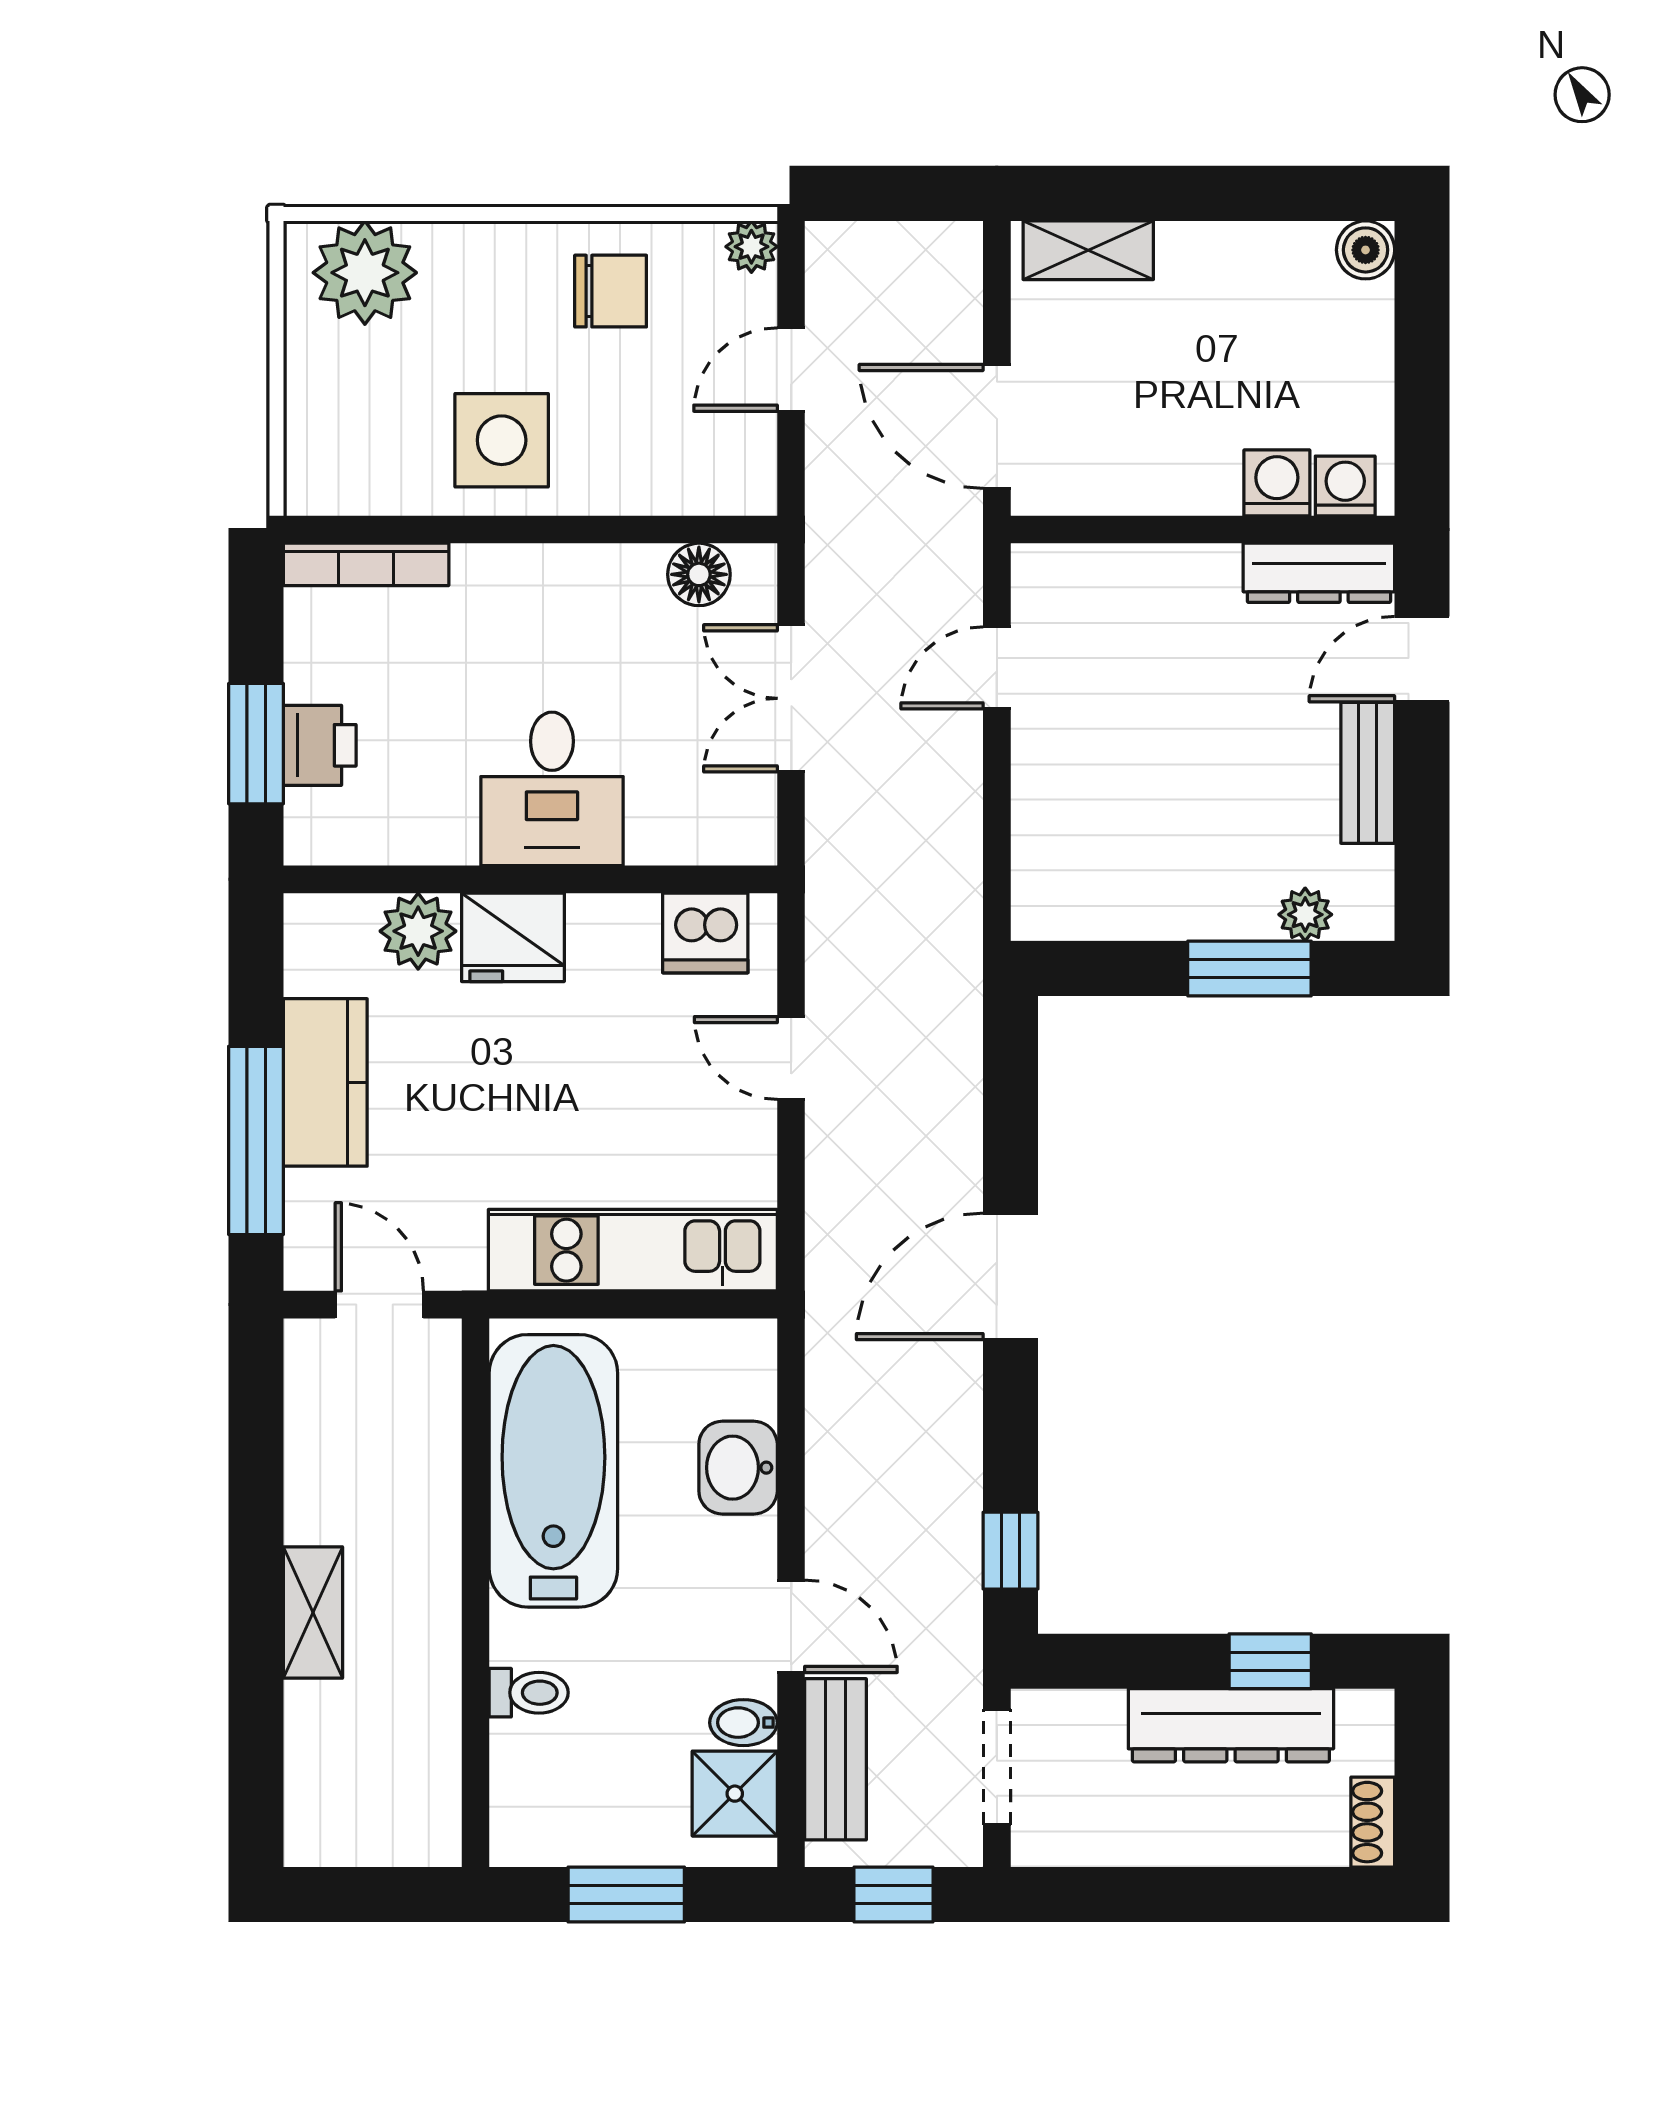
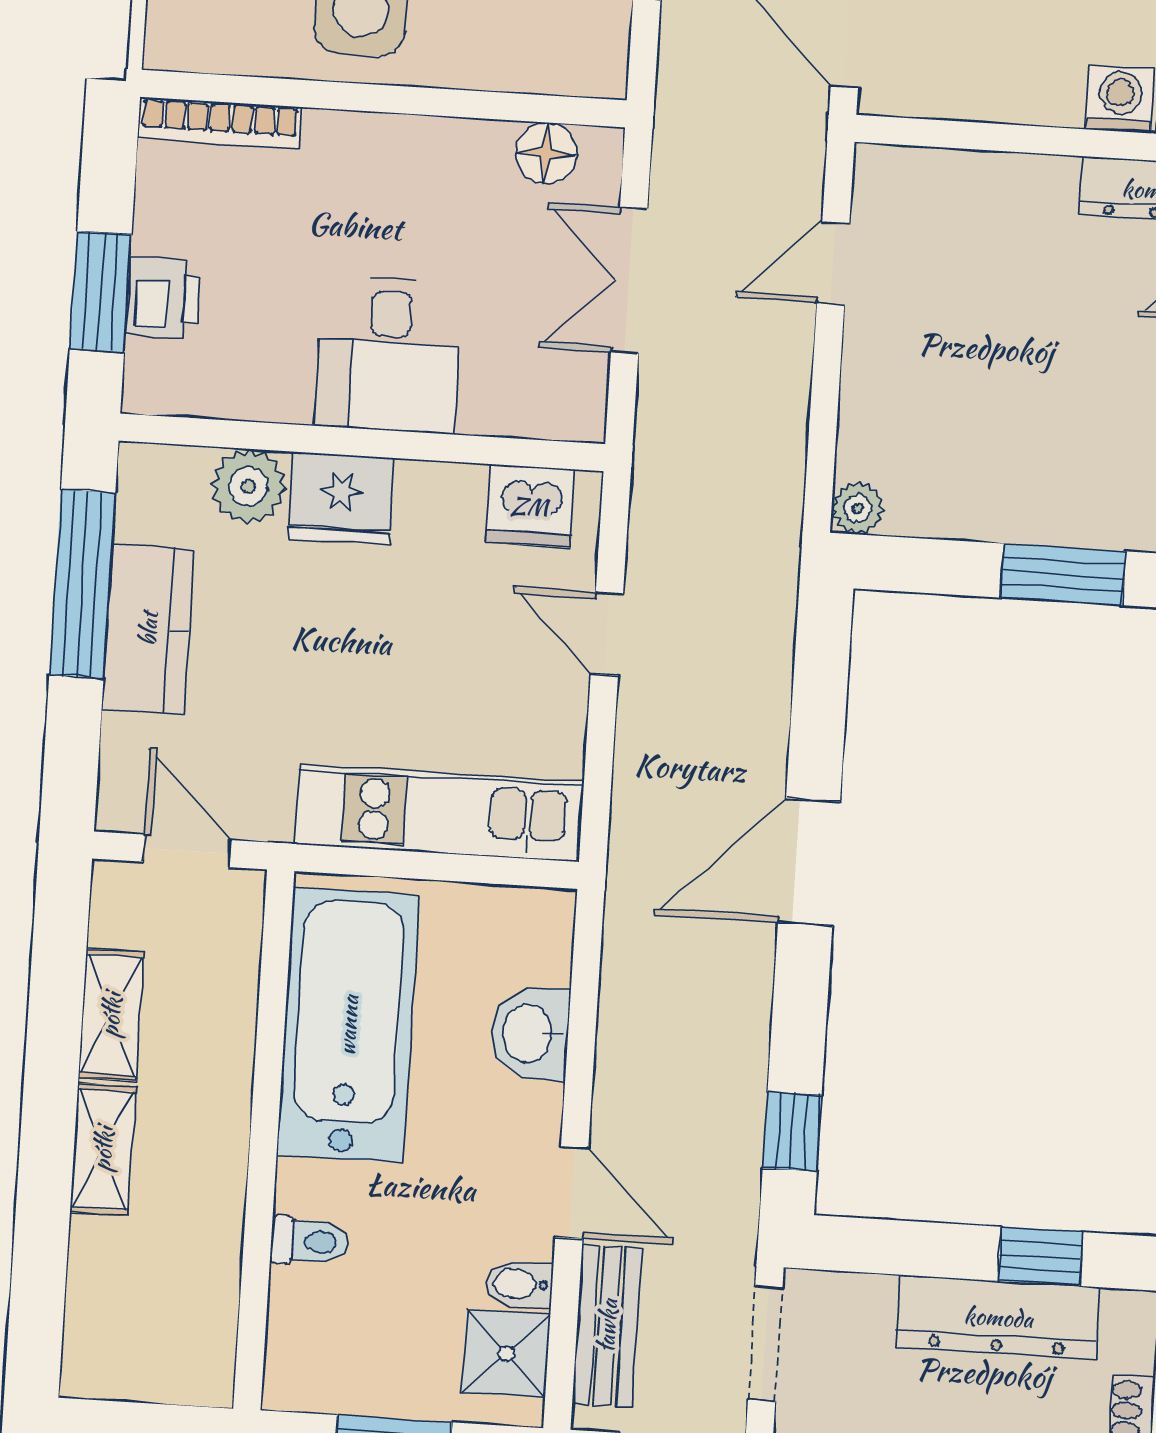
plant: (1305, 915) -> (858, 508), moved
window: (256, 1140) -> (82, 584), moved
shelving: (313, 1476) -> (111, 1015), added

